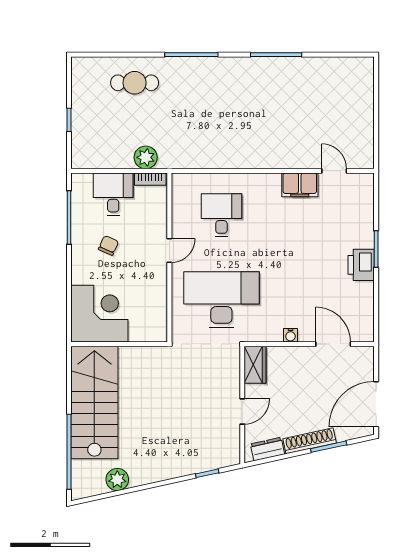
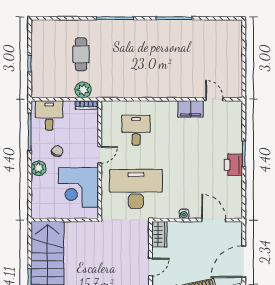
cafe table: (135, 83) -> (81, 54), moved, turned 90
desk: (113, 194) -> (49, 115), moved
plant: (82, 270) -> (39, 168), added
corner desk: (99, 314) -> (78, 187), moved, turned 180

